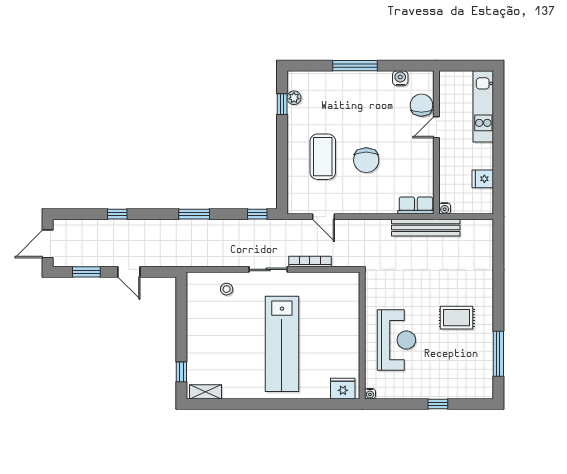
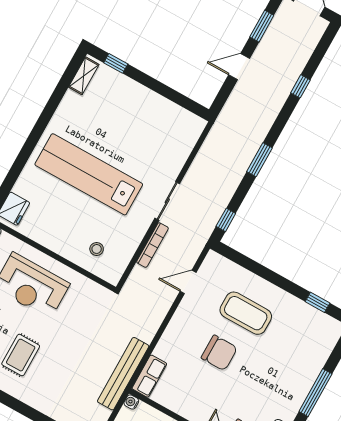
plant: (294, 98) -> (317, 317), removed
chair: (366, 160) -> (219, 353), turned 180
stool: (227, 289) -> (97, 249), moved

